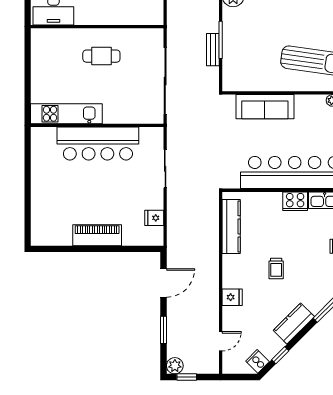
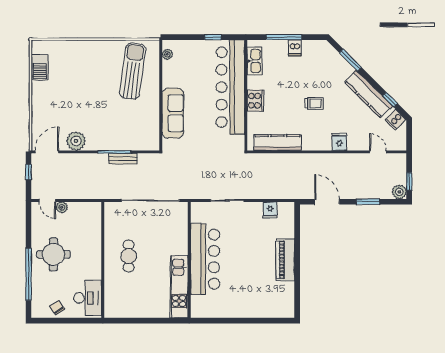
cooker: (295, 201) -> (255, 101), moved
kitchen counter: (294, 323) -> (368, 94), width x1.50

